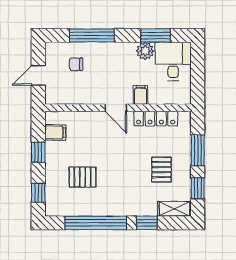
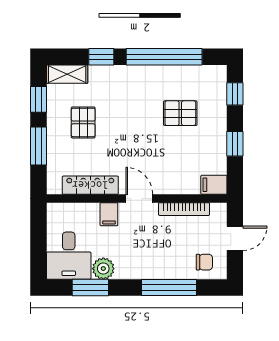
chair: (76, 64) -> (204, 262), moved
bookcase: (80, 99) -> (184, 209), added
filing cabinet: (55, 132) -> (214, 185), moved

